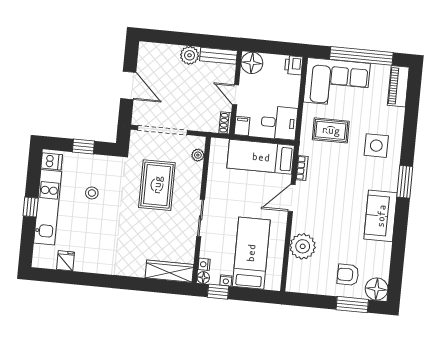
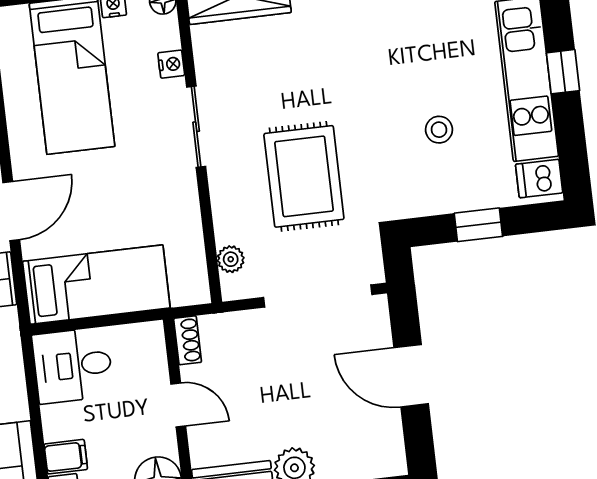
filing cabinet: (242, 126) -> (66, 457), moved, turned -90
nightstand: (204, 264) -> (171, 64), moved

